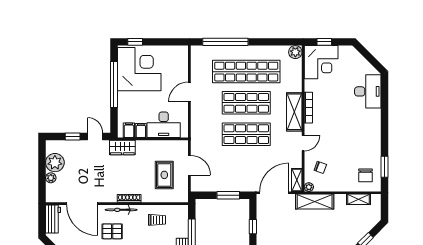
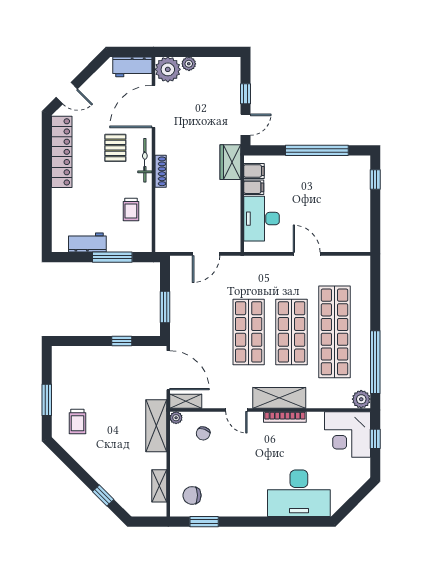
window: (225, 42) -> (375, 362), moved
corner desk: (139, 69) -> (338, 185), removed
desk: (368, 91) -> (299, 493), width x1.36, depth x1.30
plant: (55, 163) -> (168, 69), moved
rug: (164, 175) -> (193, 219), removed

